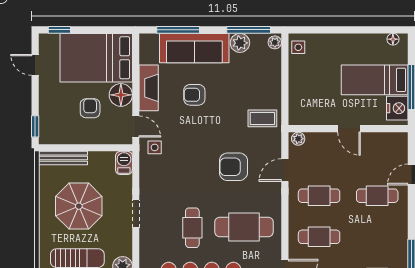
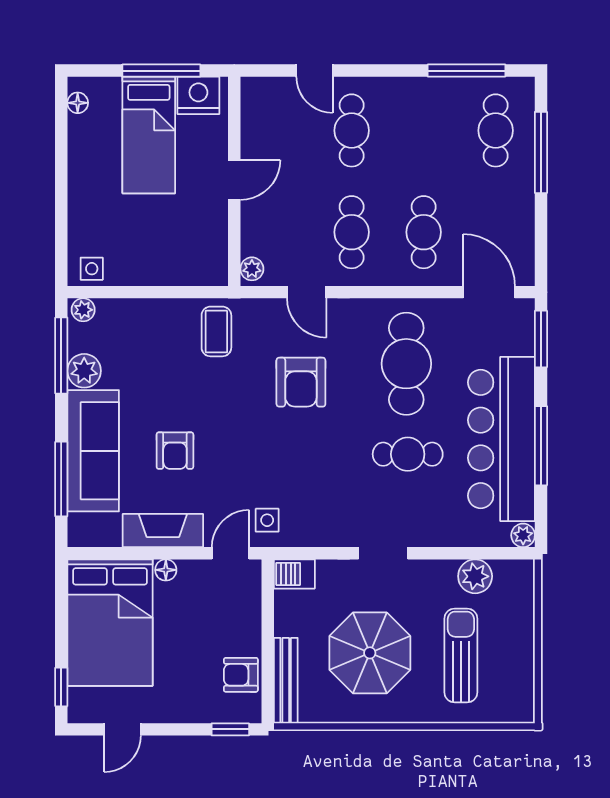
floor lamp: (121, 95) -> (166, 570), width x0.53, depth x0.53
armchair: (90, 108) -> (241, 675), moved

